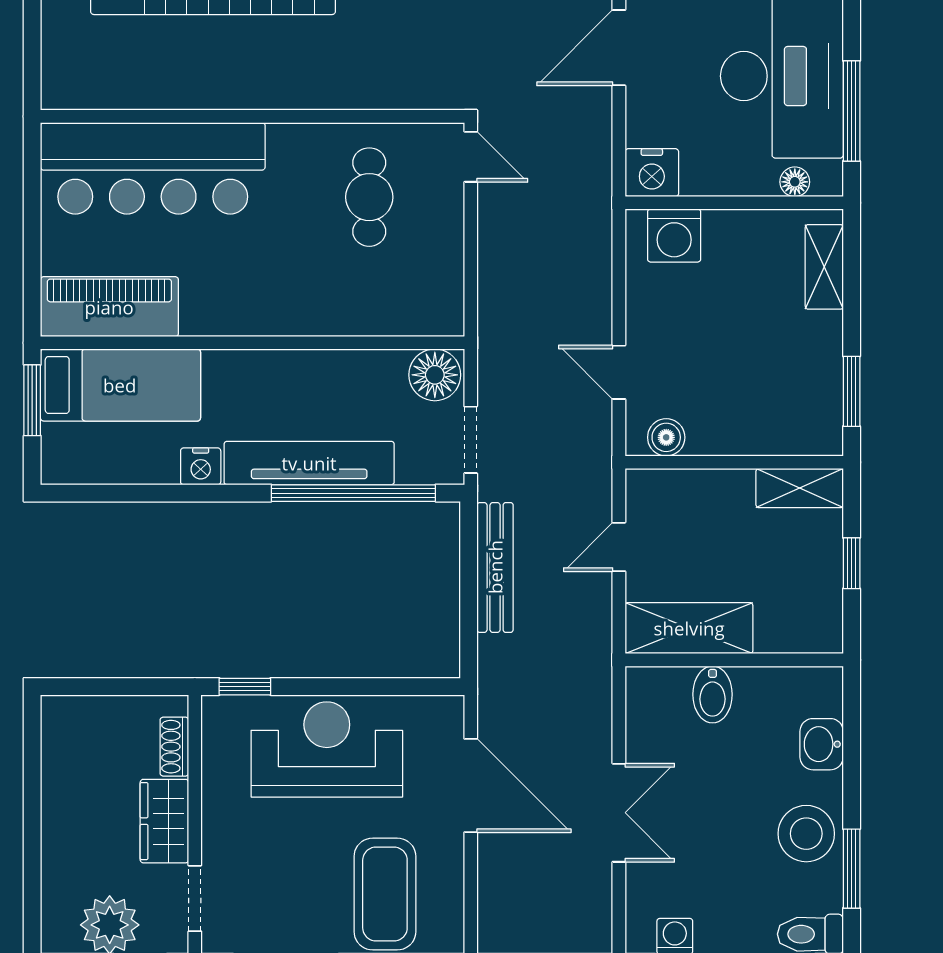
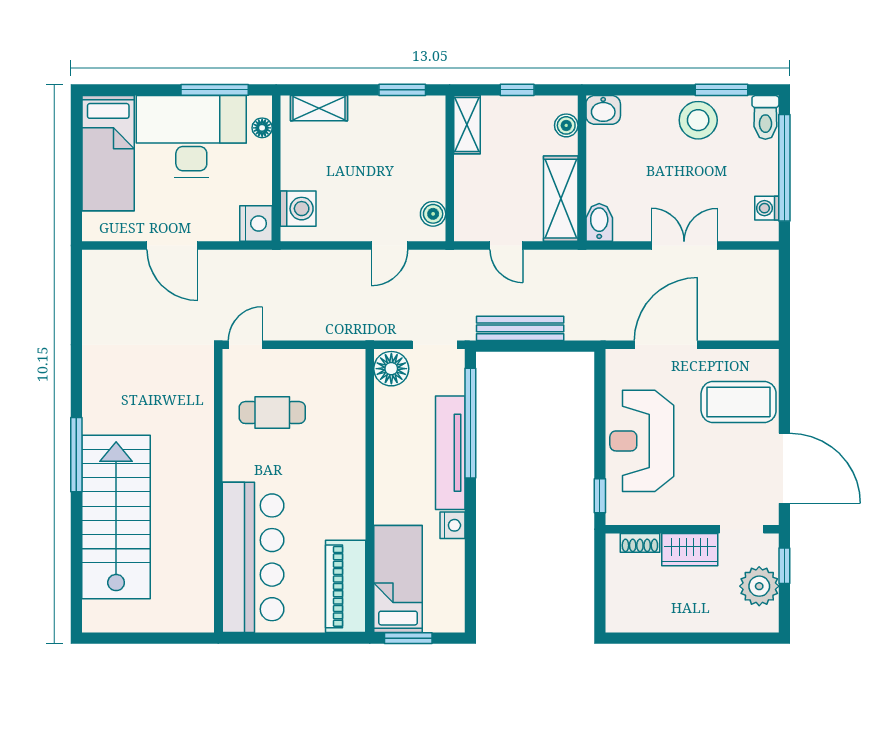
boiler: (798, 636) -> (566, 125), added
bidet: (713, 694) -> (599, 222), moved, turned -90
washbasin: (822, 744) -> (603, 110), moved

